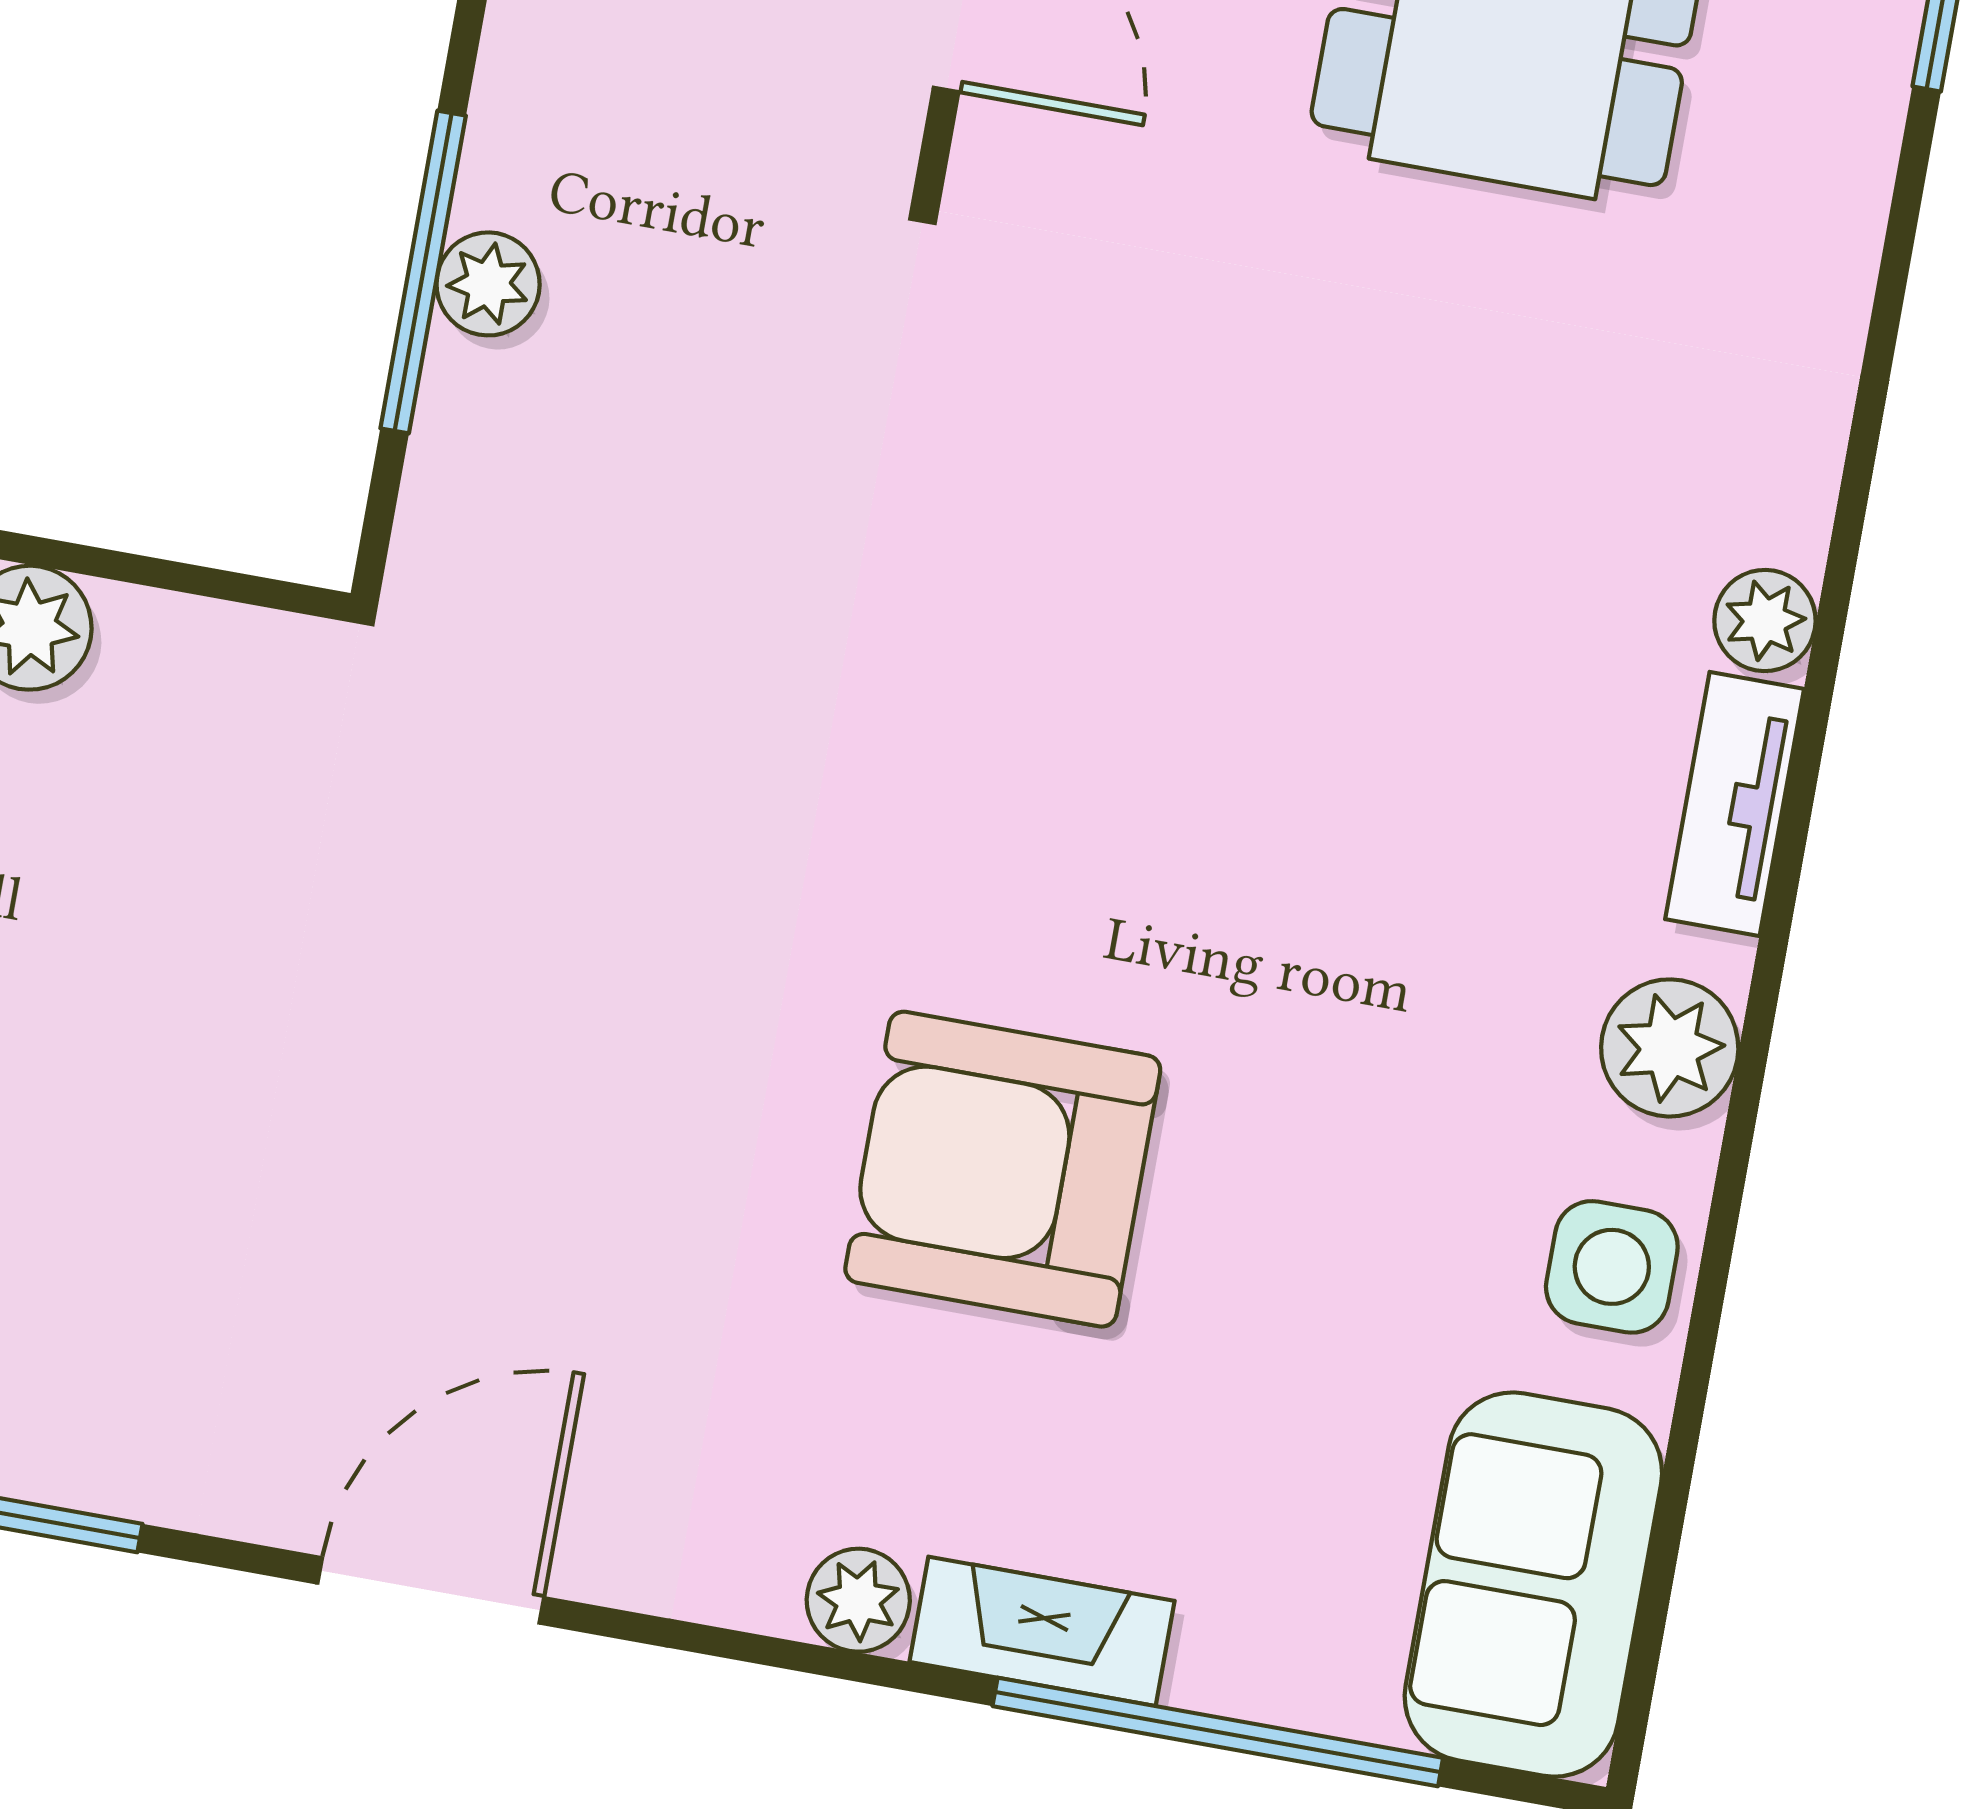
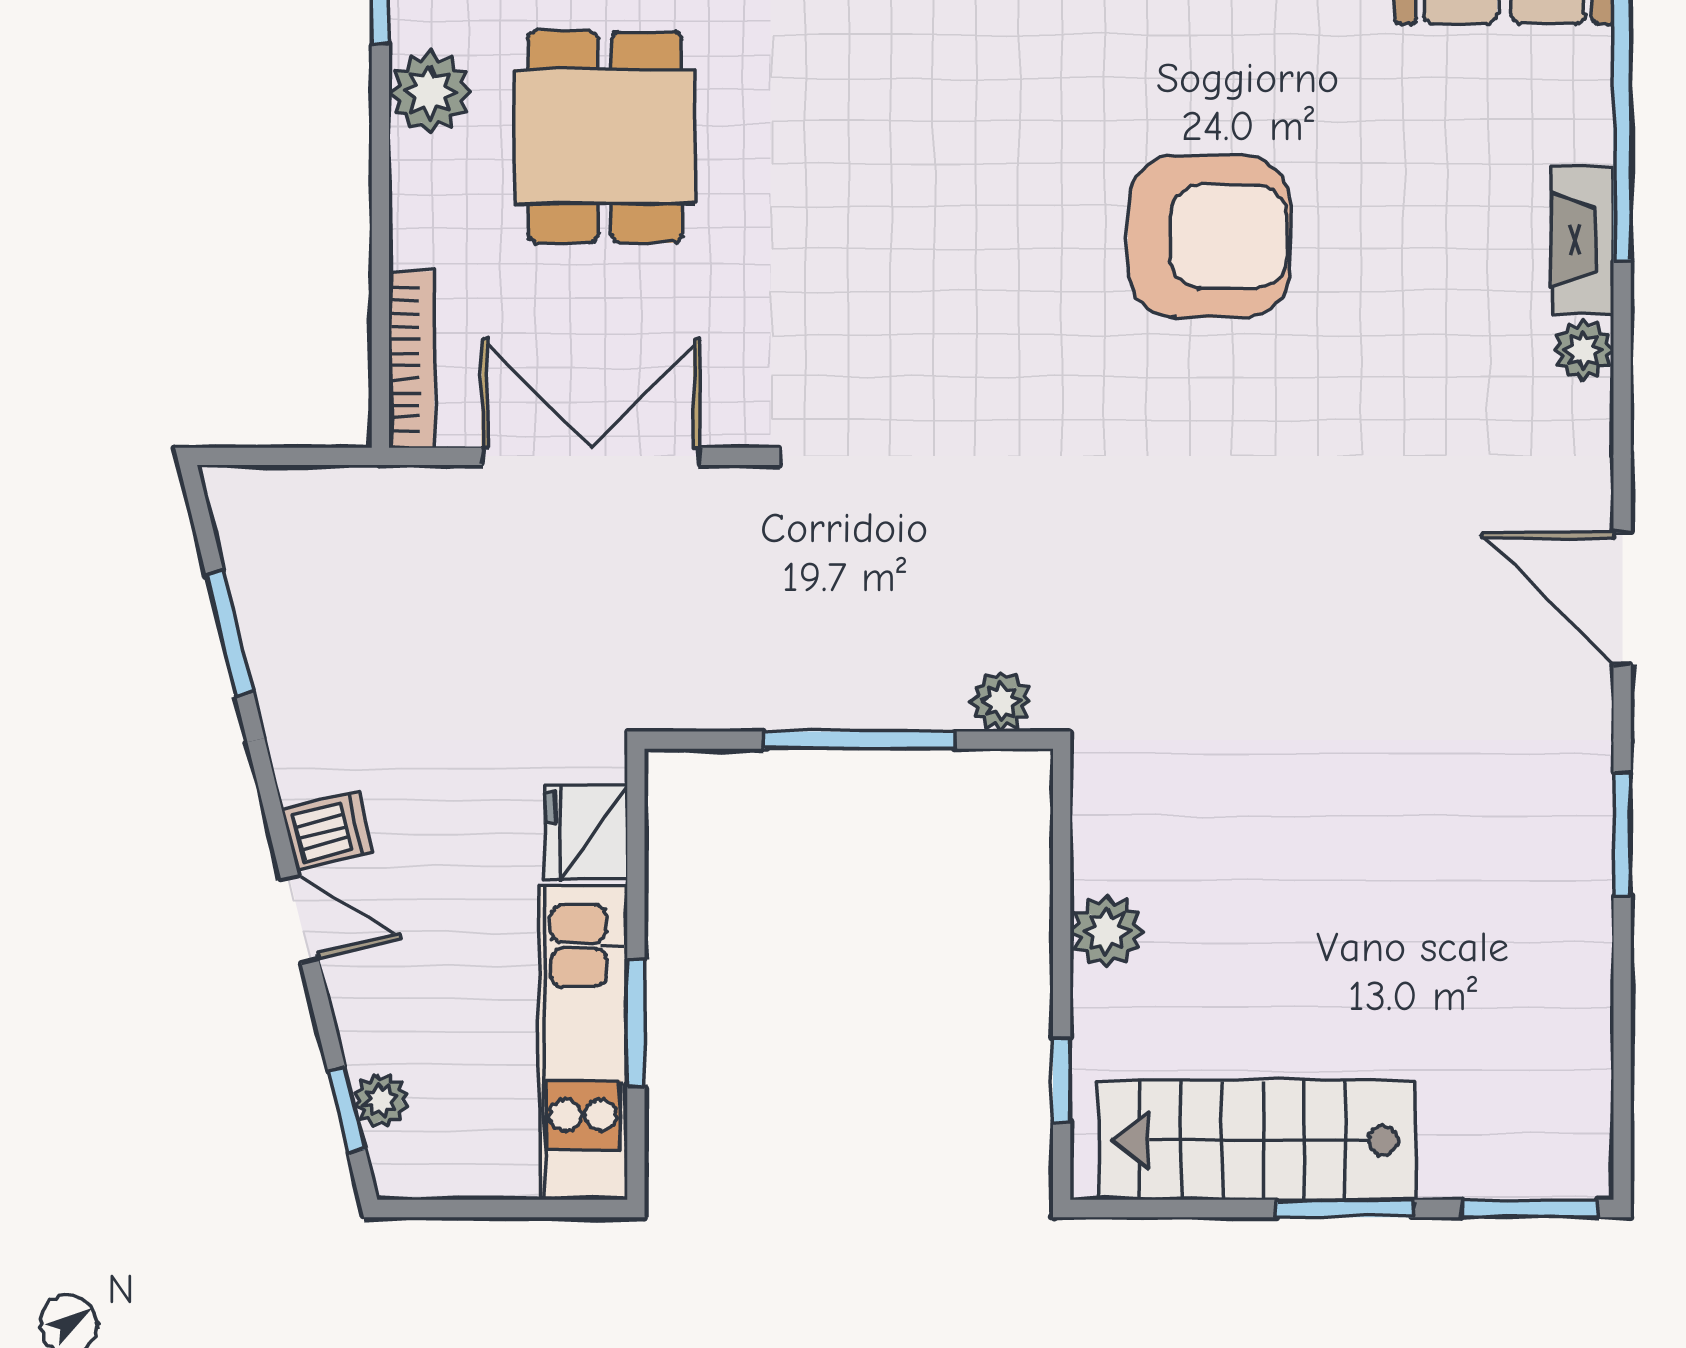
plant: (488, 284) -> (1001, 701), moved
armchair: (1003, 1169) -> (1209, 237), moved, turned -90

